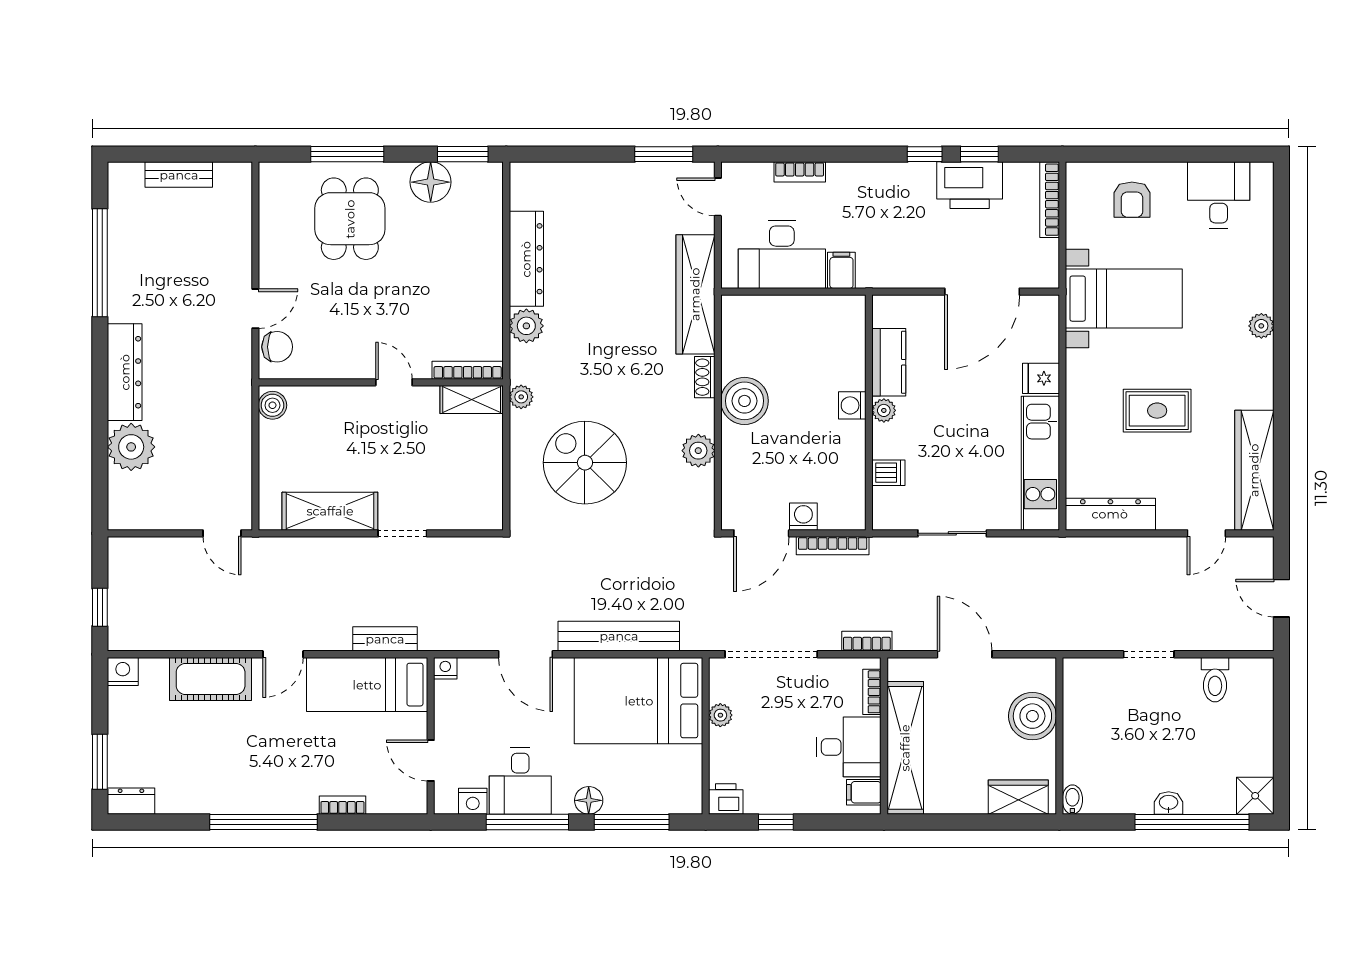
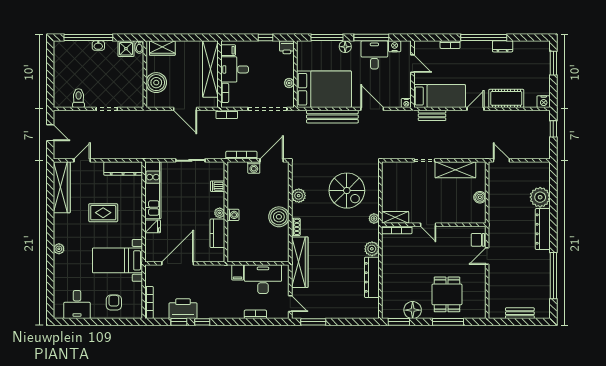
boiler: (272, 405) -> (480, 197), moved
shower: (1255, 796) -> (126, 49), moved
dresser: (131, 801) -> (503, 46), moved

